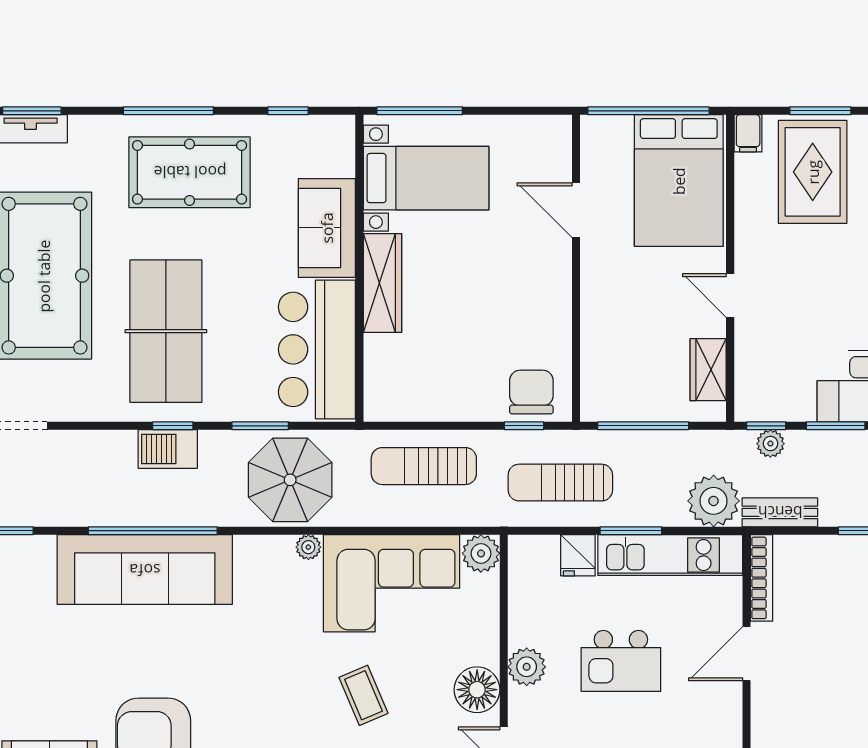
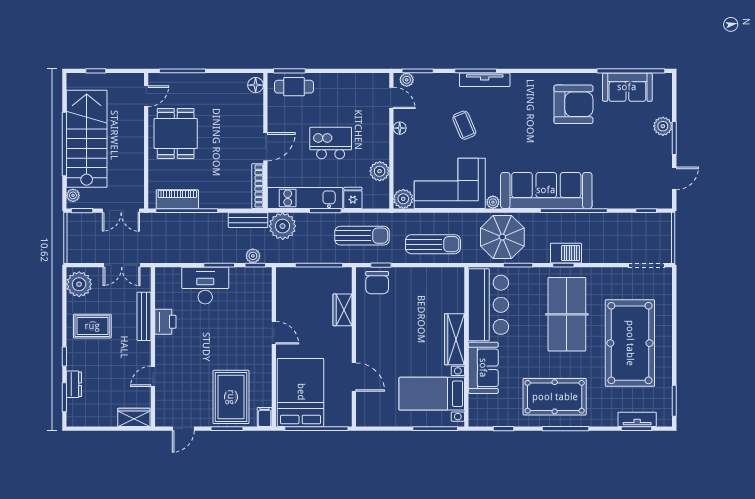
wardrobe: (708, 370) -> (343, 310), moved, turned 180
sofa: (145, 570) -> (546, 190), moved
plant: (527, 667) -> (380, 171), moved
floor lamp: (477, 690) -> (400, 128), width x0.53, depth x0.53

